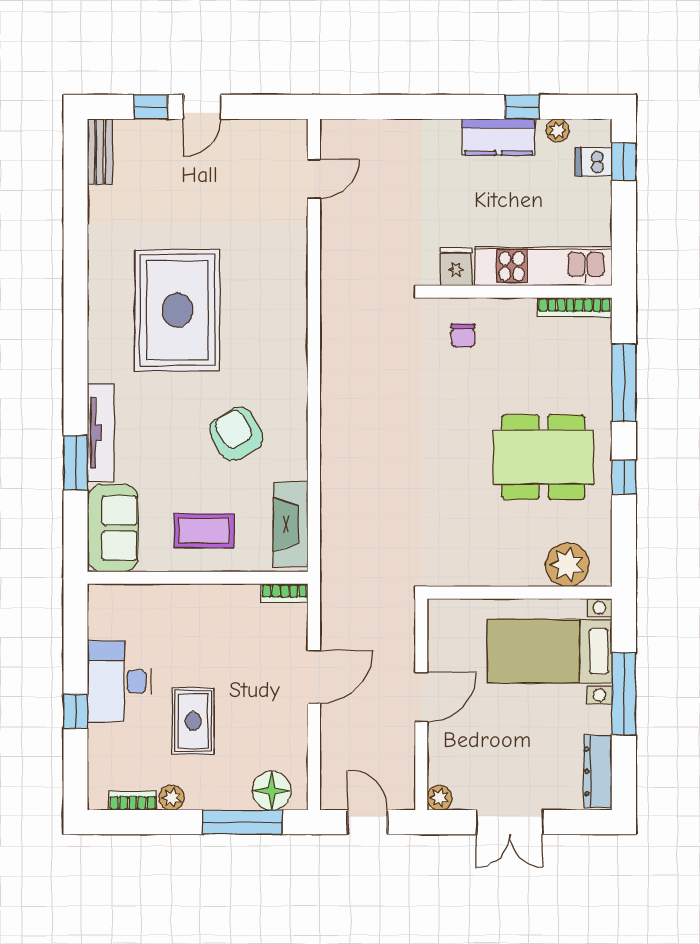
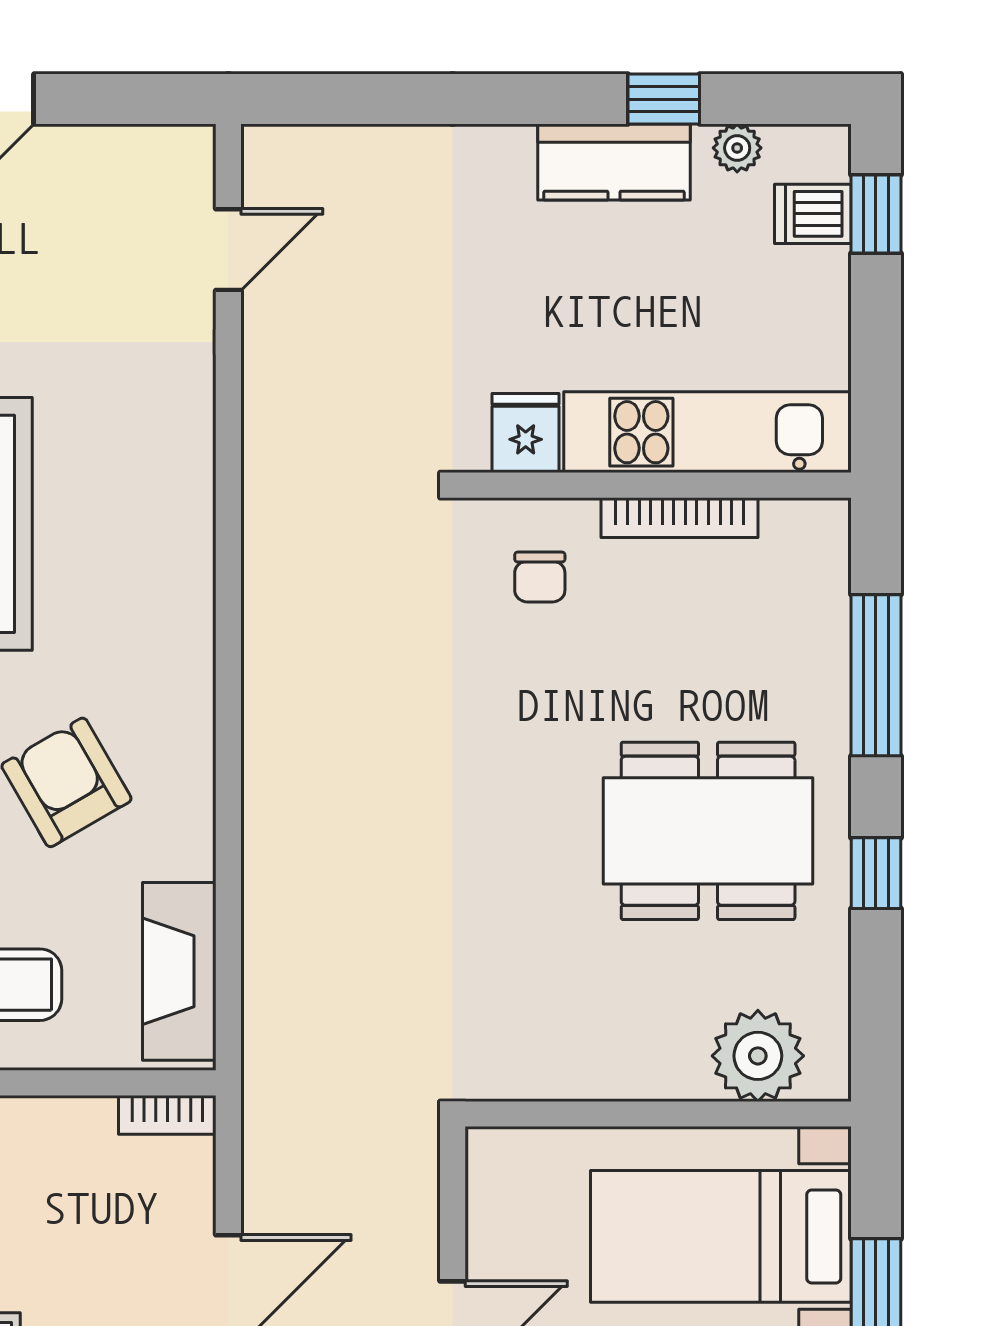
bookcase: (574, 307) -> (680, 518), moved

